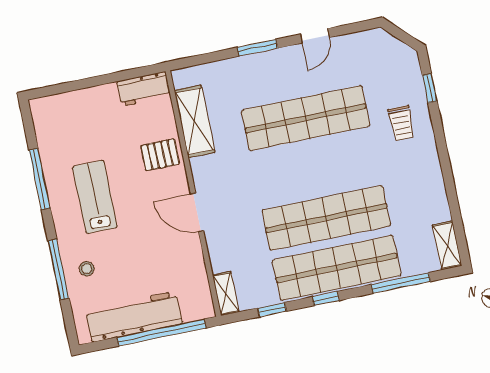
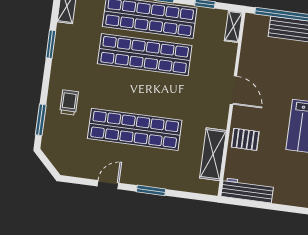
window: (430, 88) -> (41, 120), width x1.50
workbench: (144, 89) -> (247, 190), width x1.38
window: (451, 189) -> (51, 44), added

